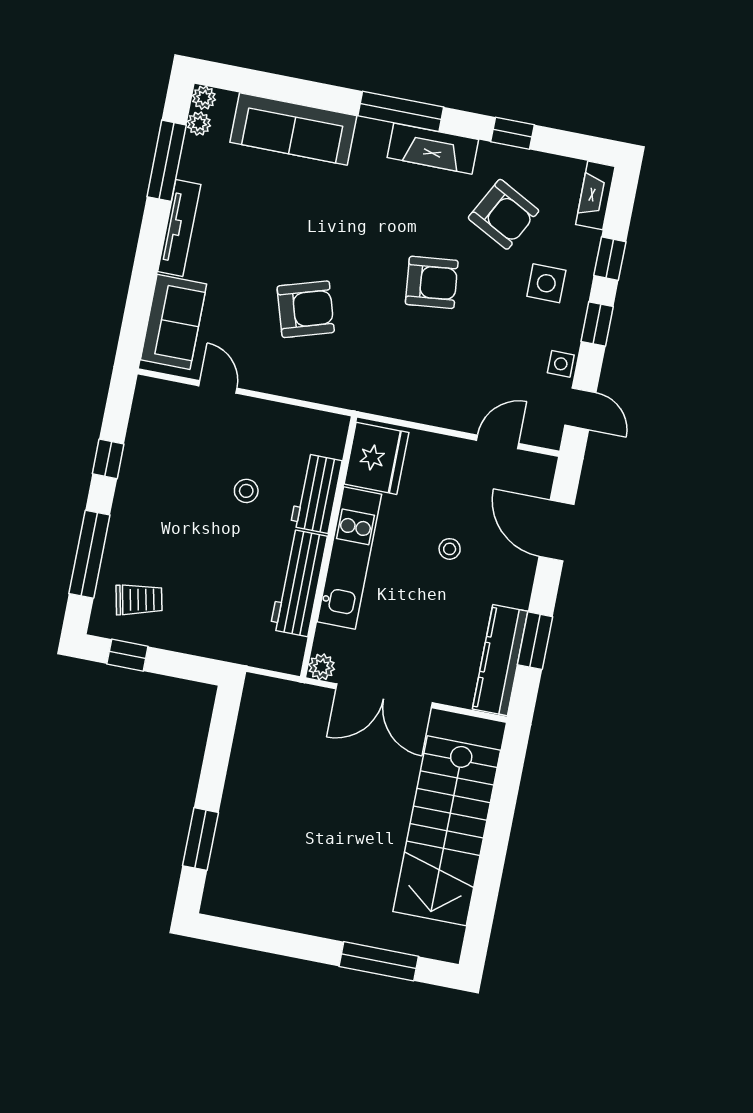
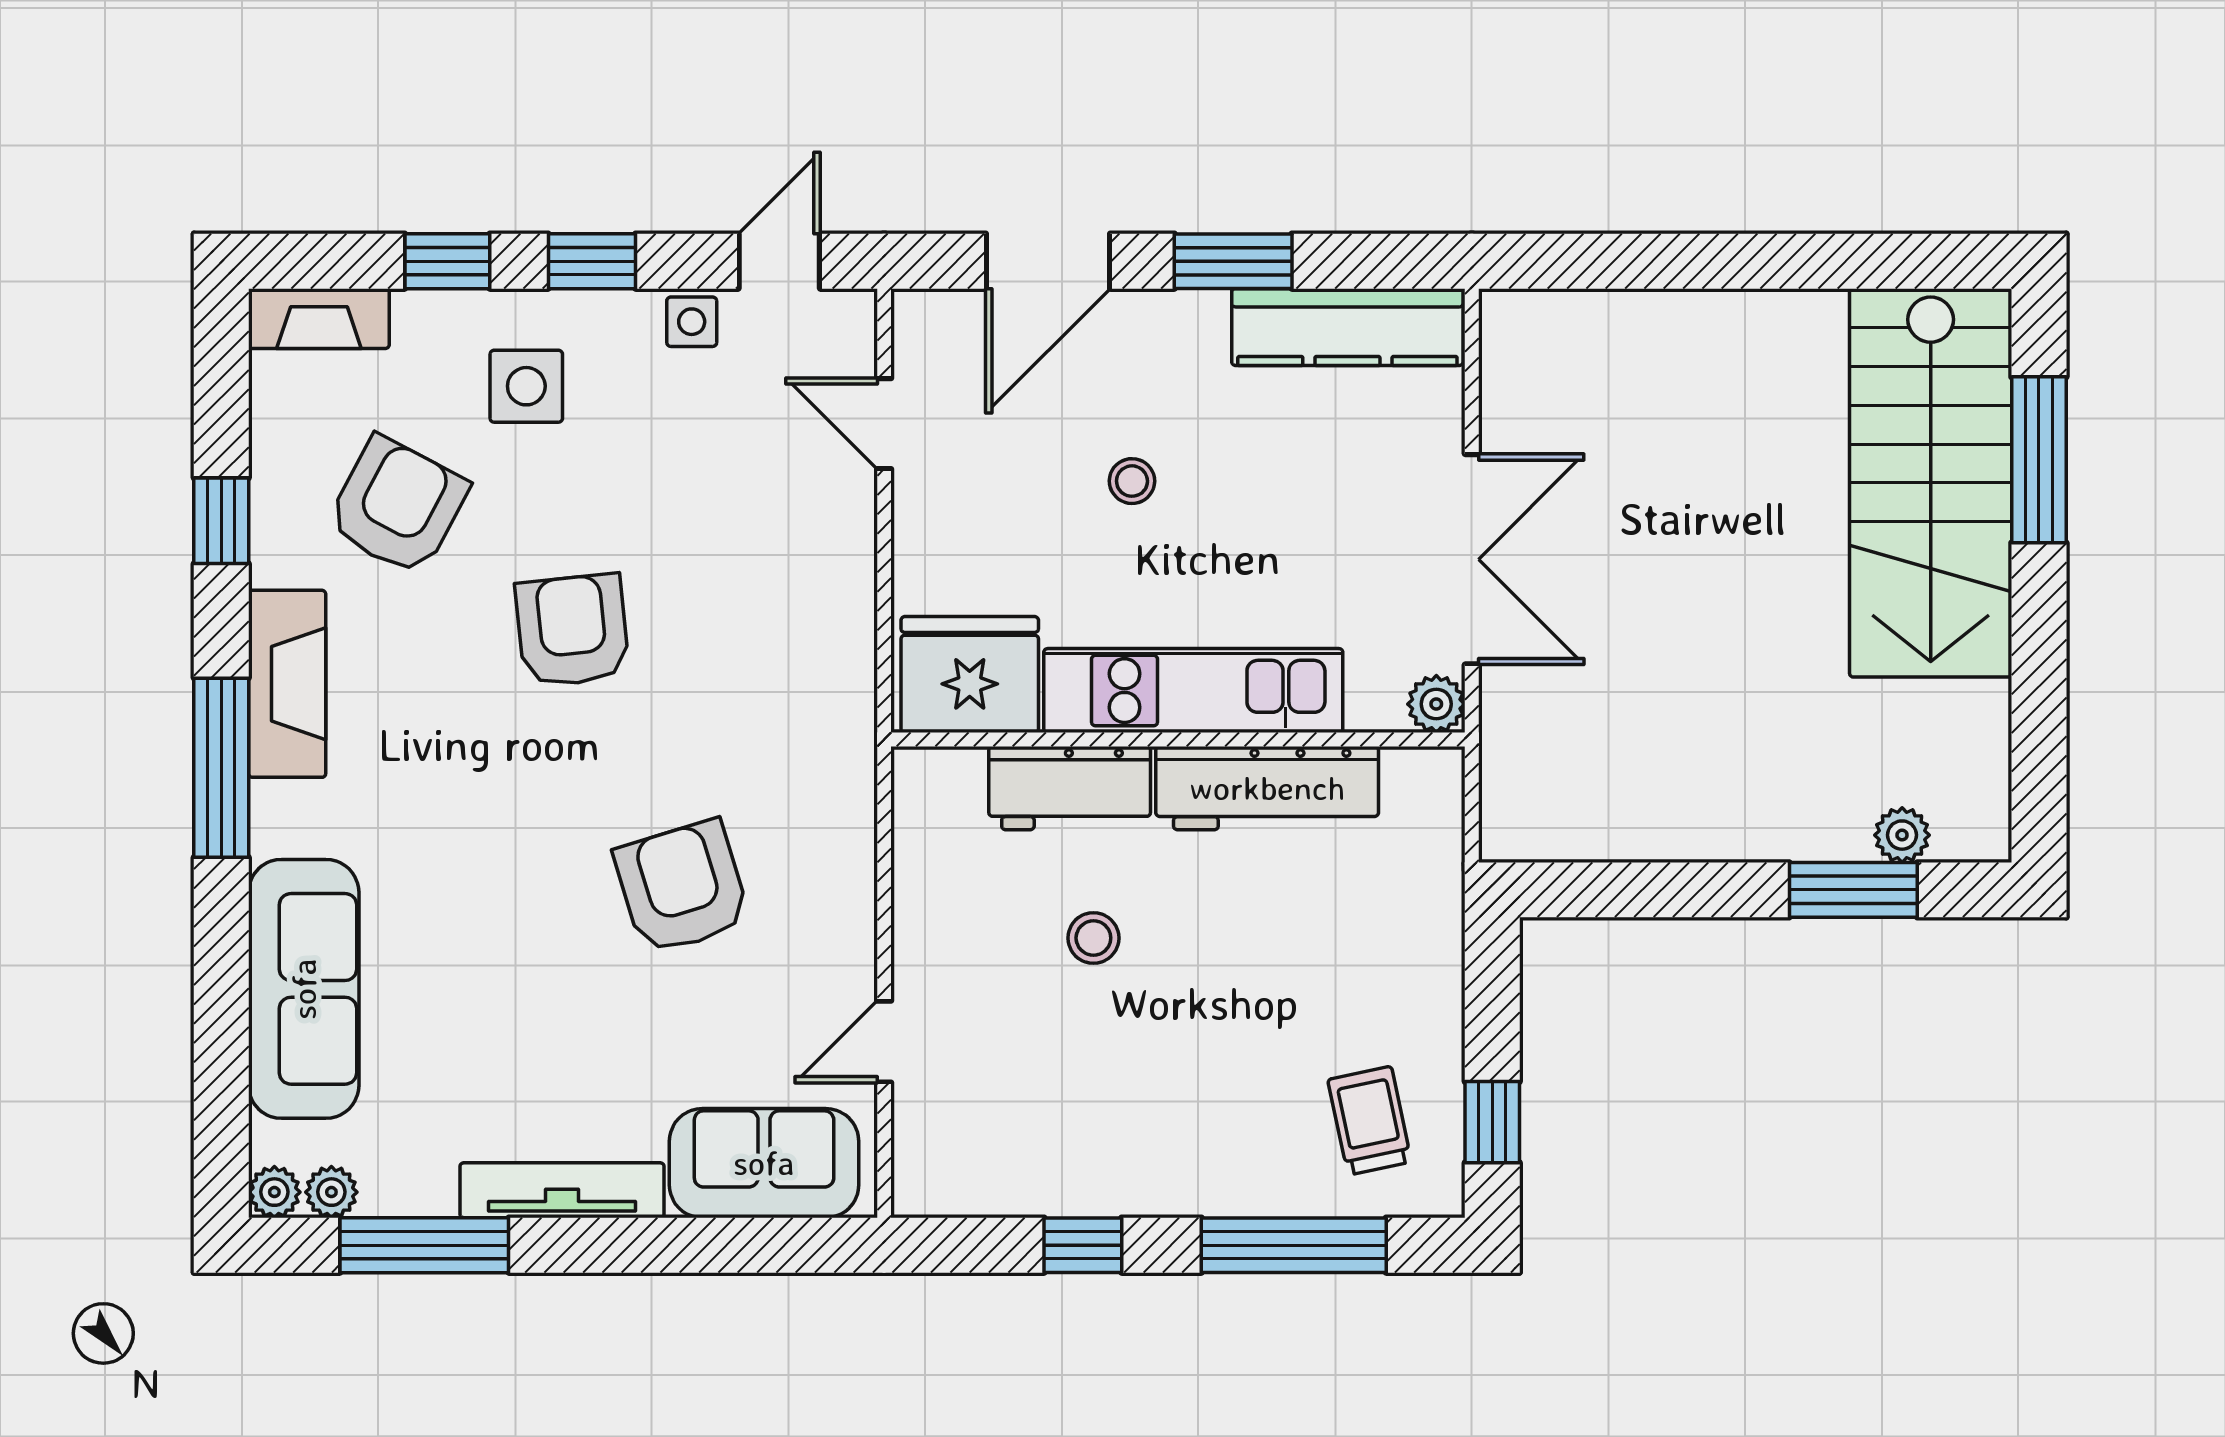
window: (535, 641) -> (1233, 261), moved
stairs: (447, 831) -> (1931, 483), moved, turned 90
plant: (221, 866) -> (1902, 835), added

